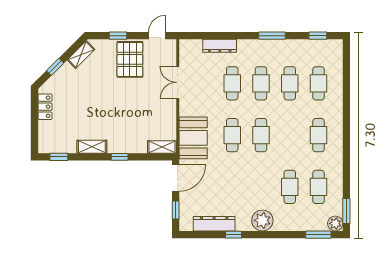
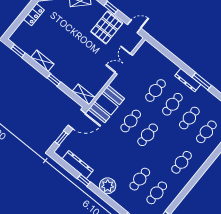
dresser: (220, 46) -> (188, 80), moved

